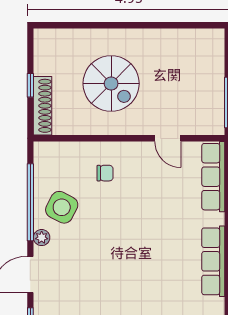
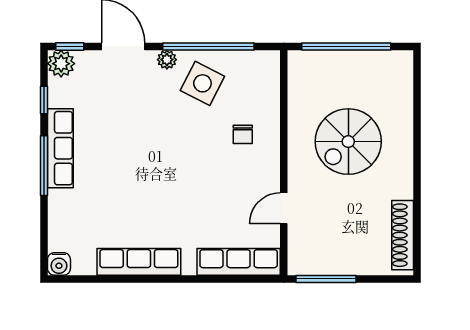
window: (30, 85) -> (346, 46), width x3.17
shoe rack: (43, 106) -> (403, 235), moved, turned 90

